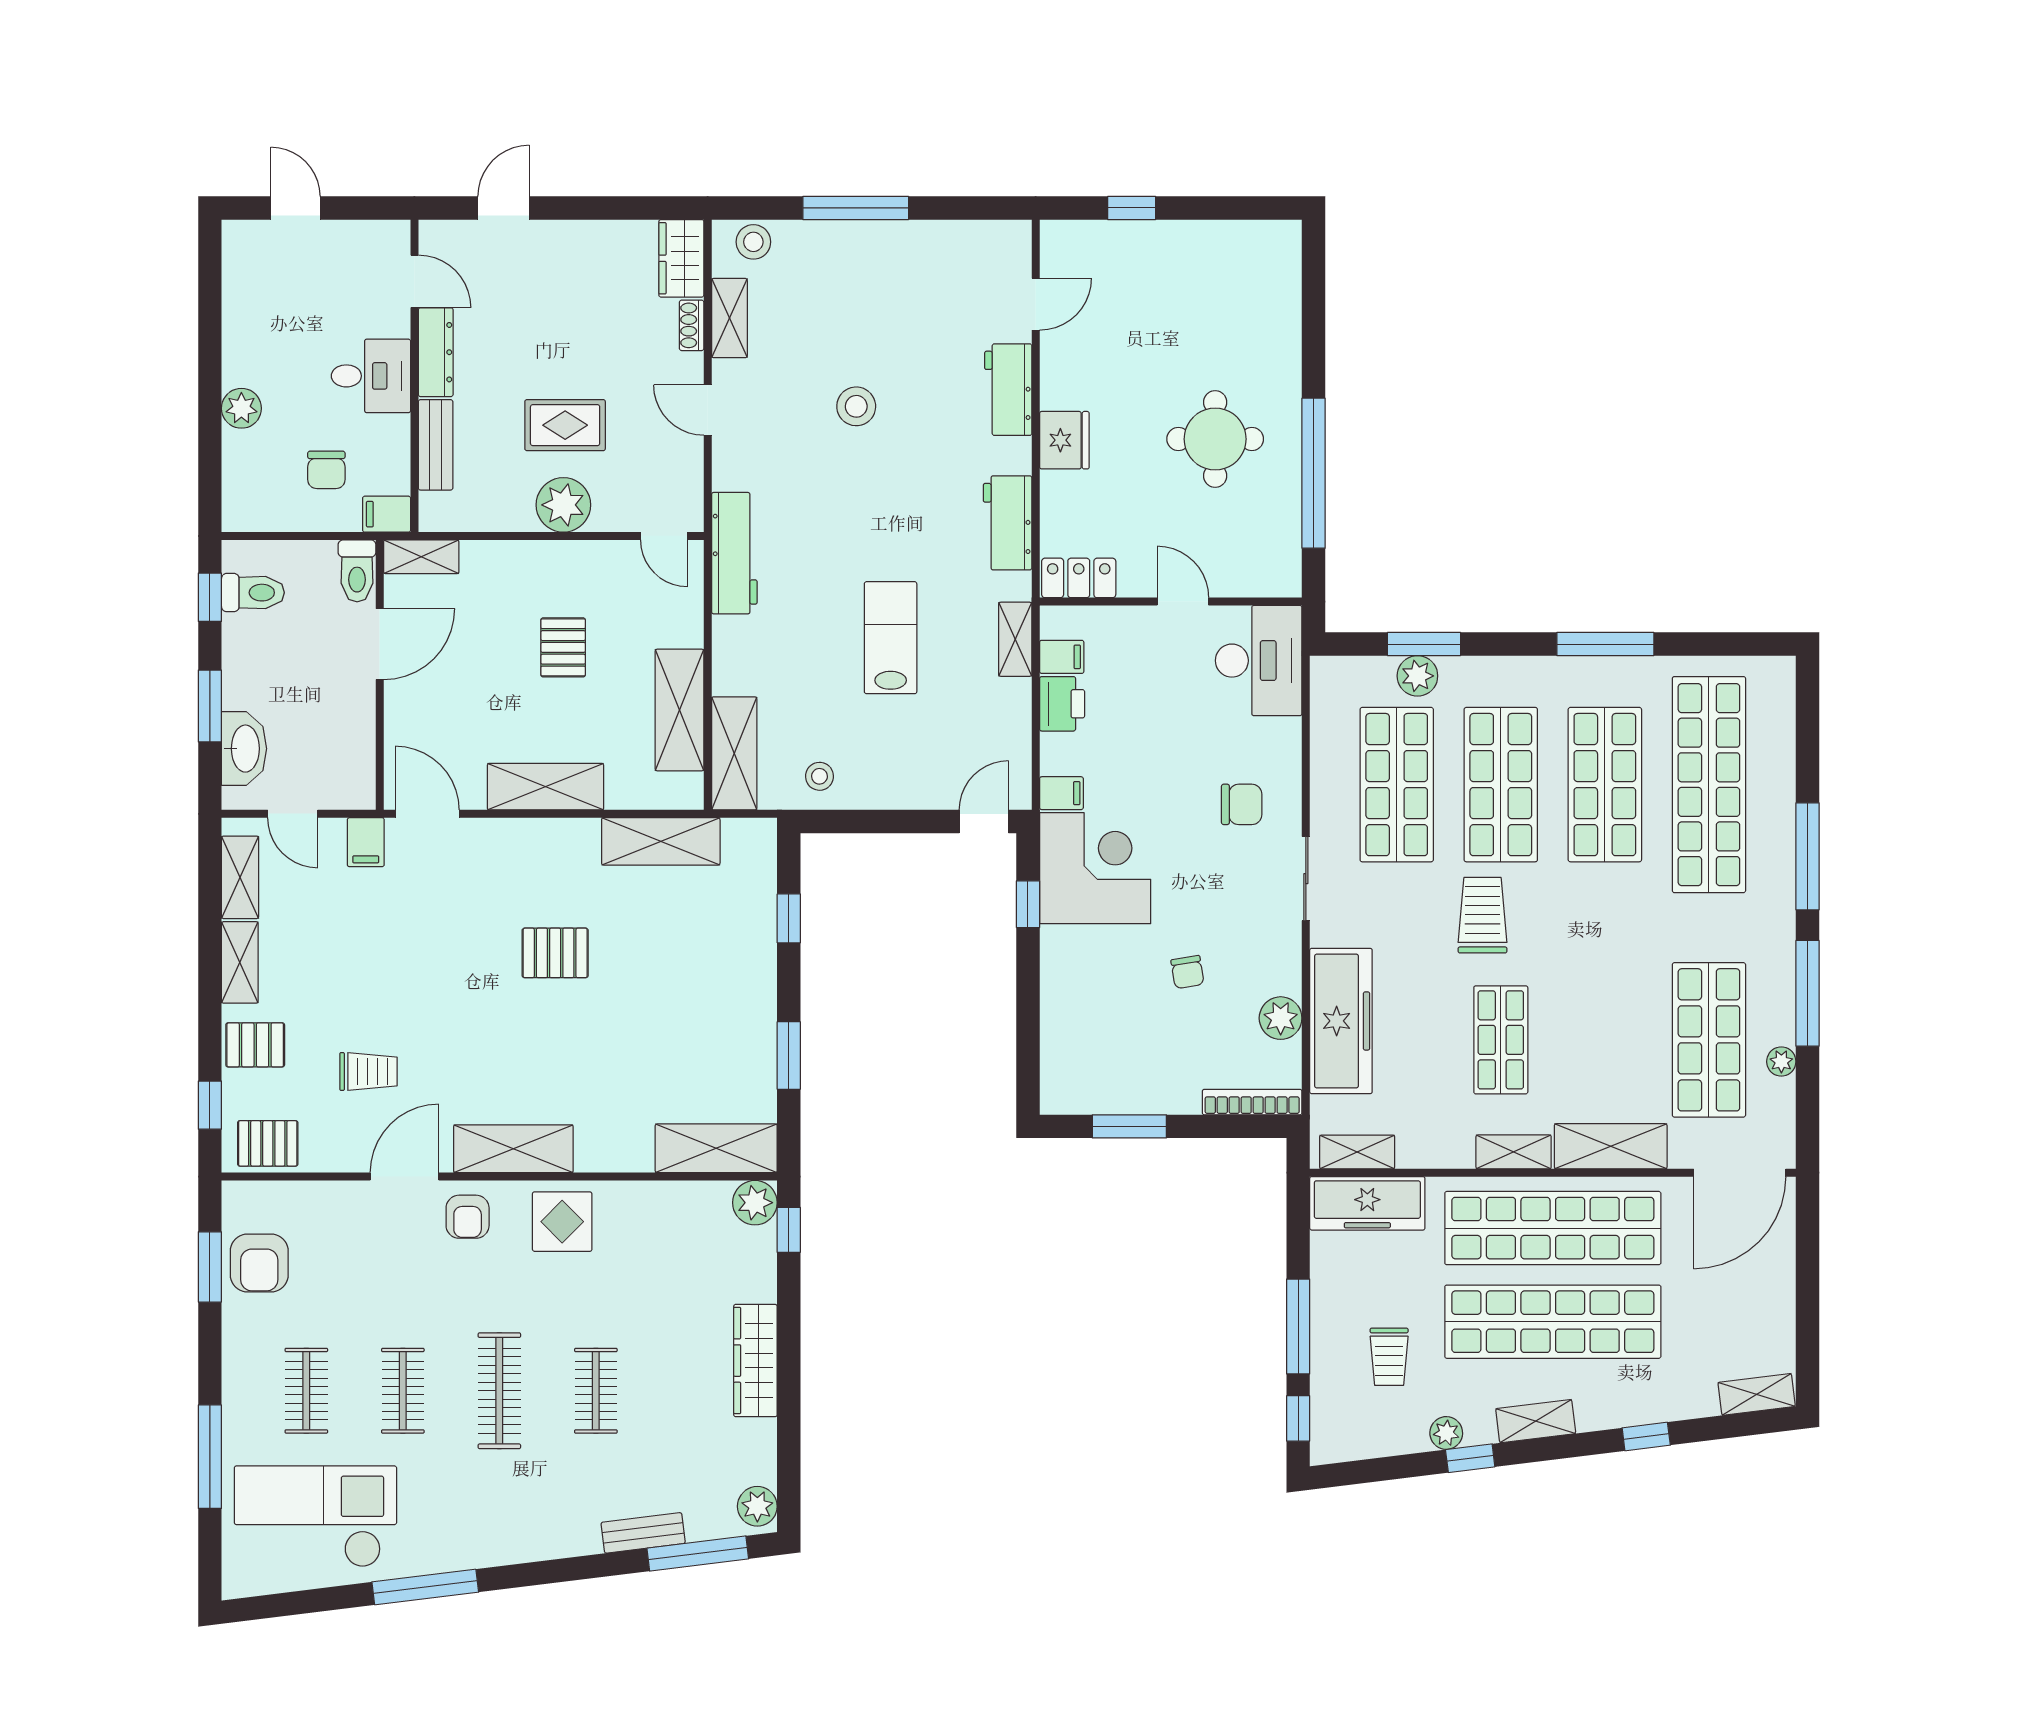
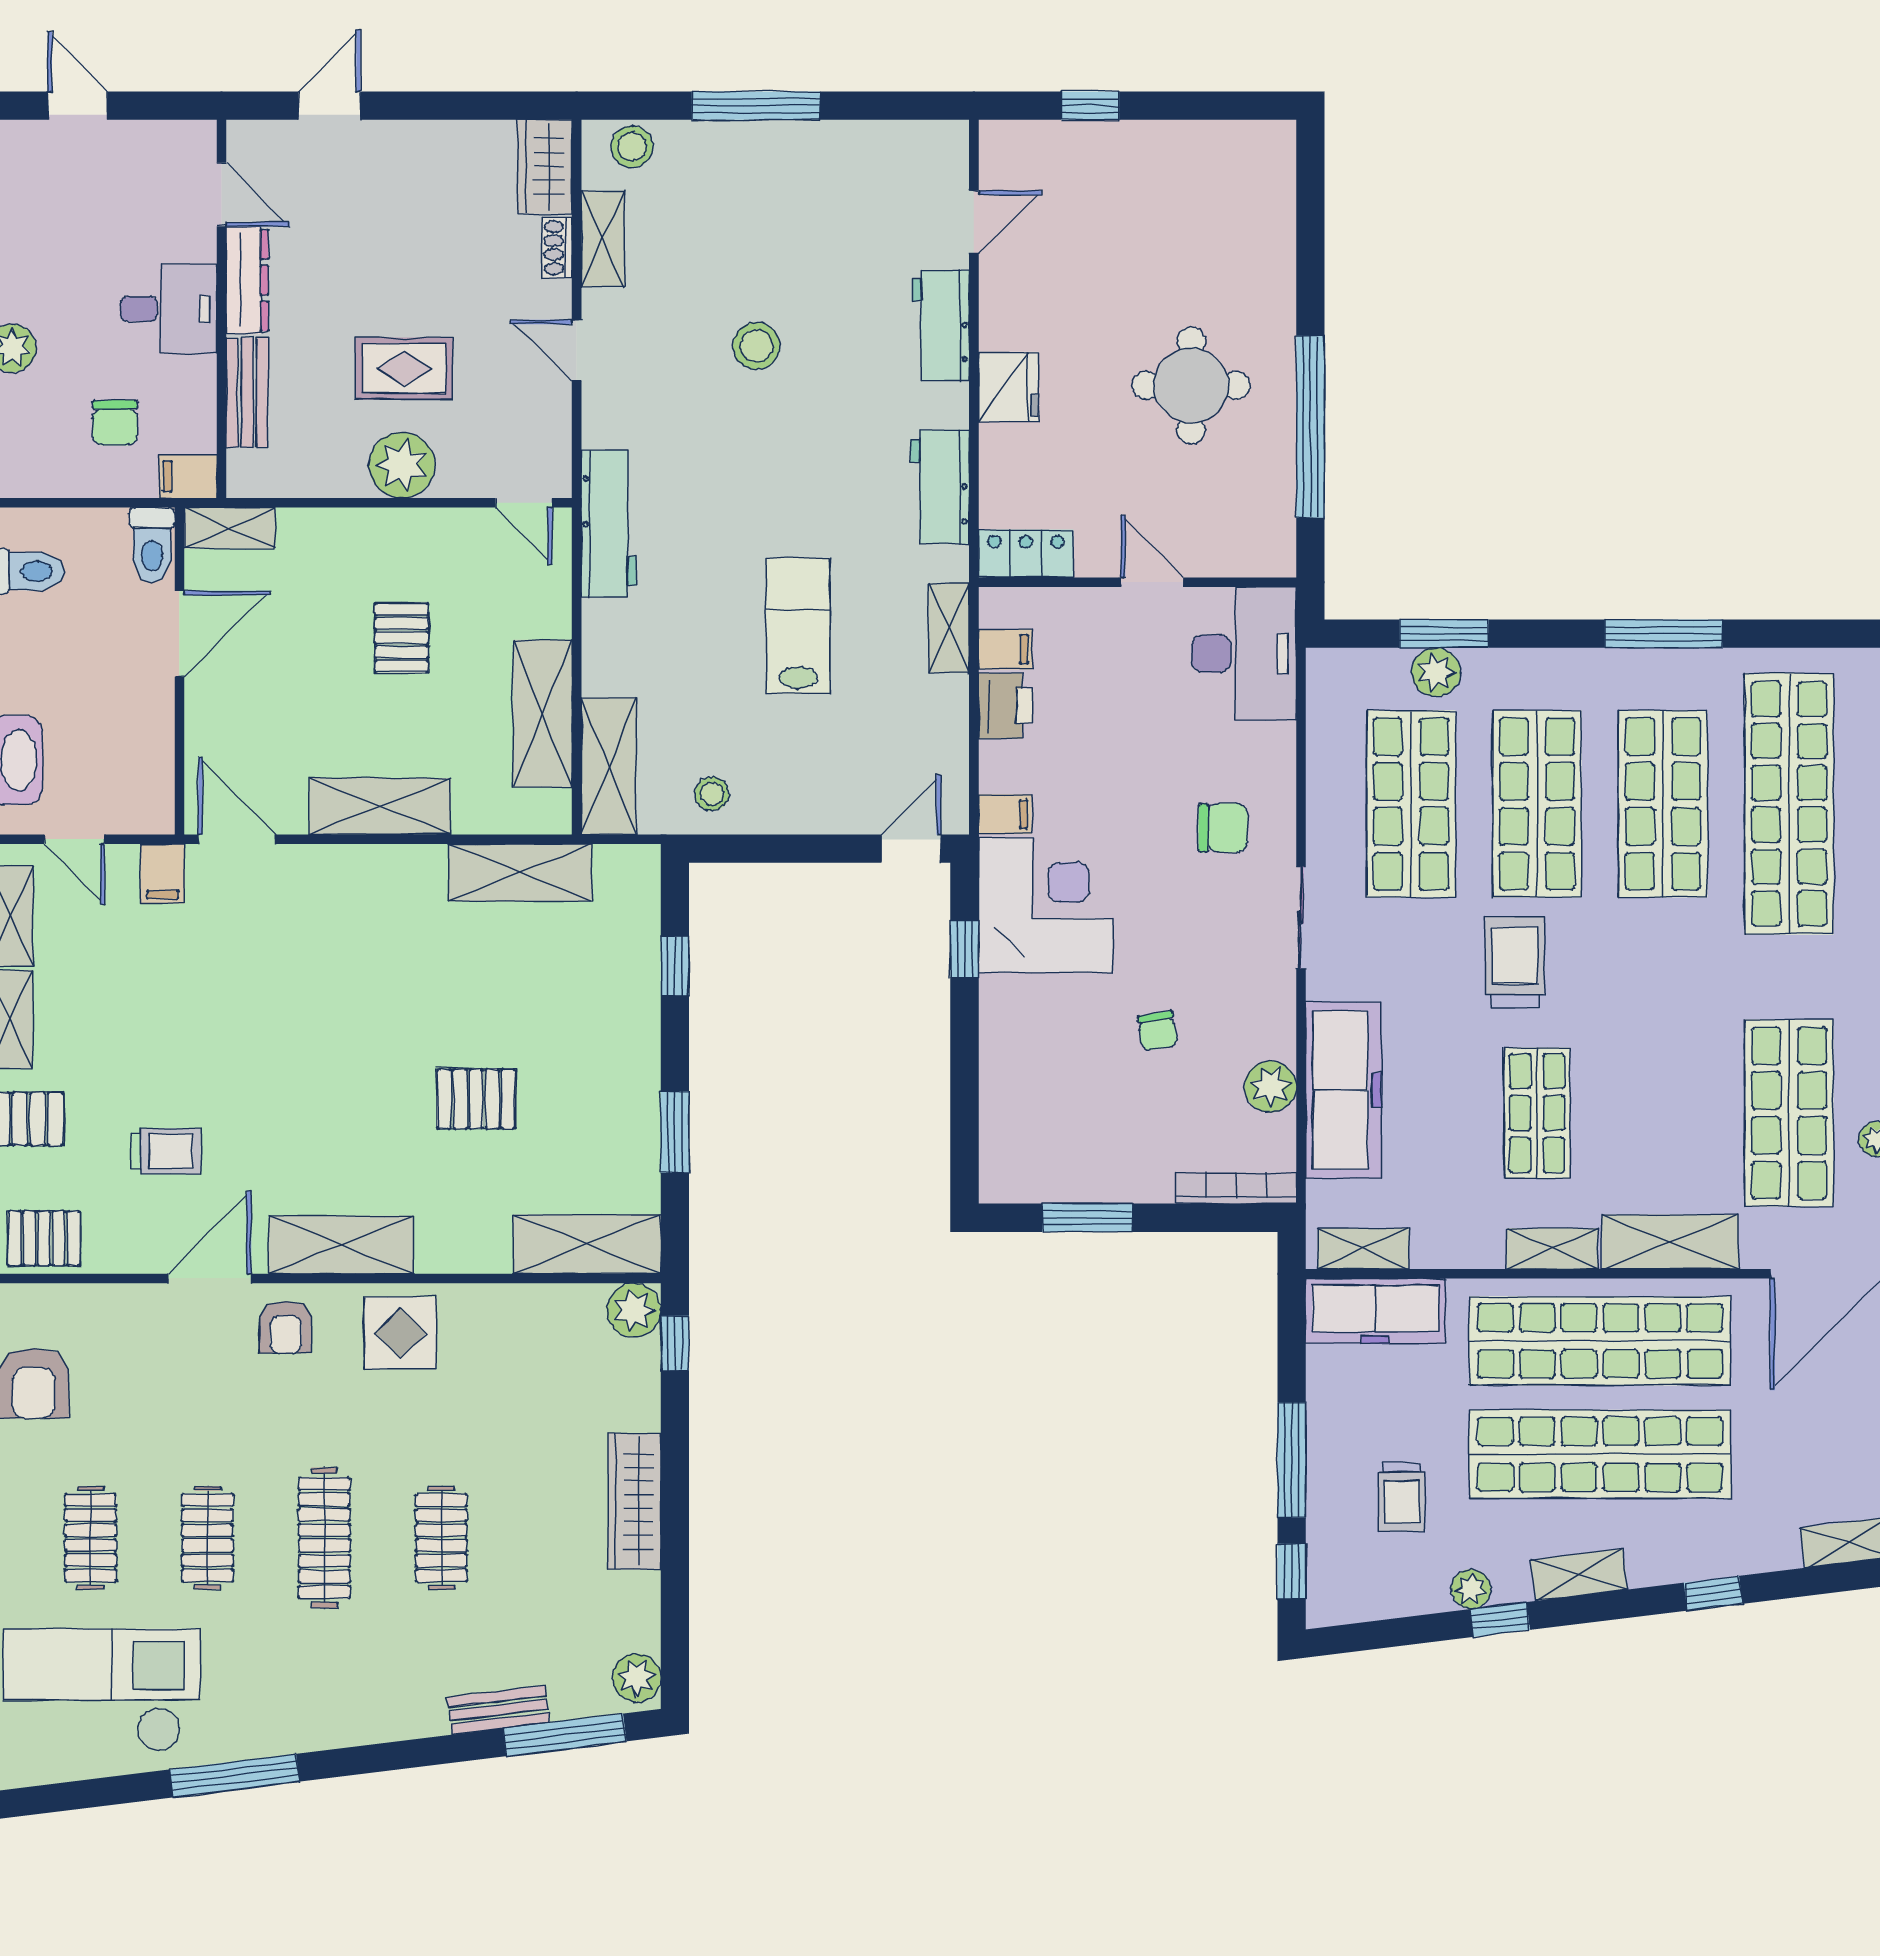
pallet: (555, 953) -> (476, 1099), moved

